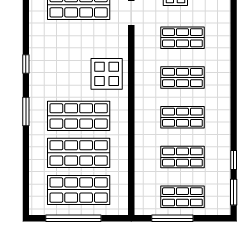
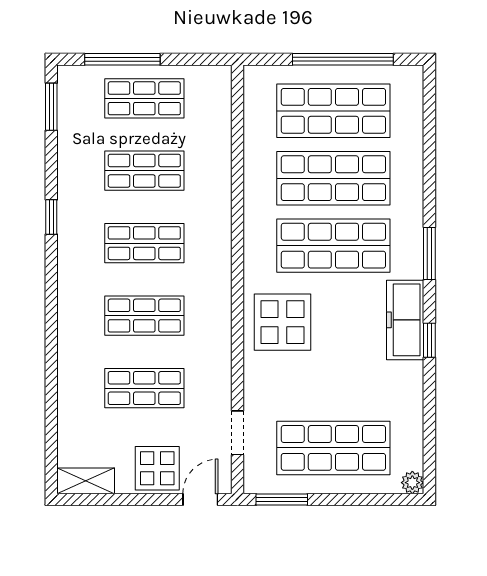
freezer: (39, 75) -> (405, 320), added
window: (234, 160) -> (51, 217), moved
window: (172, 218) -> (122, 59), moved

